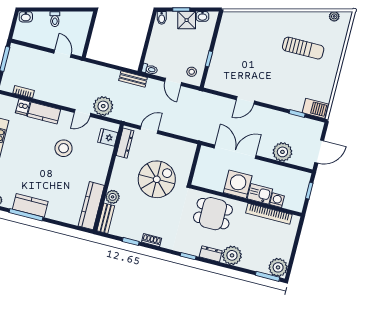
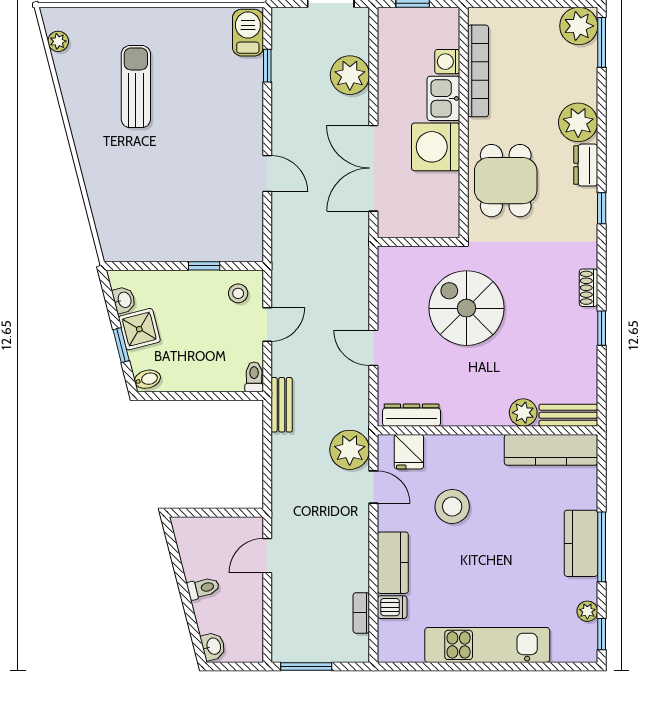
fridge: (108, 137) -> (409, 452), moved
dresser: (125, 143) -> (412, 415), moved
wall: (108, 178) -> (487, 430), moved
plant: (113, 197) -> (523, 413), moved
kitchen counter: (91, 206) -> (551, 450), moved
bench: (106, 218) -> (568, 415), moved

